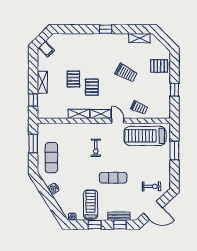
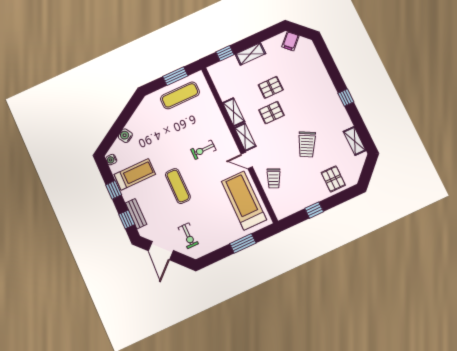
door: (118, 121) -> (247, 160), swing flipped
exercise mat: (51, 158) -> (180, 95), moved
water cooler: (53, 189) -> (125, 136), moved

